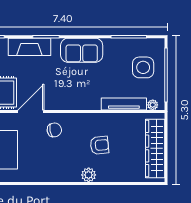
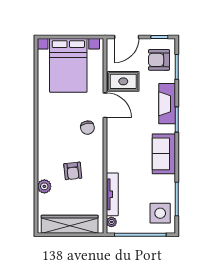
side table: (143, 67) -> (160, 213), moved
plant: (89, 175) -> (44, 186), moved

